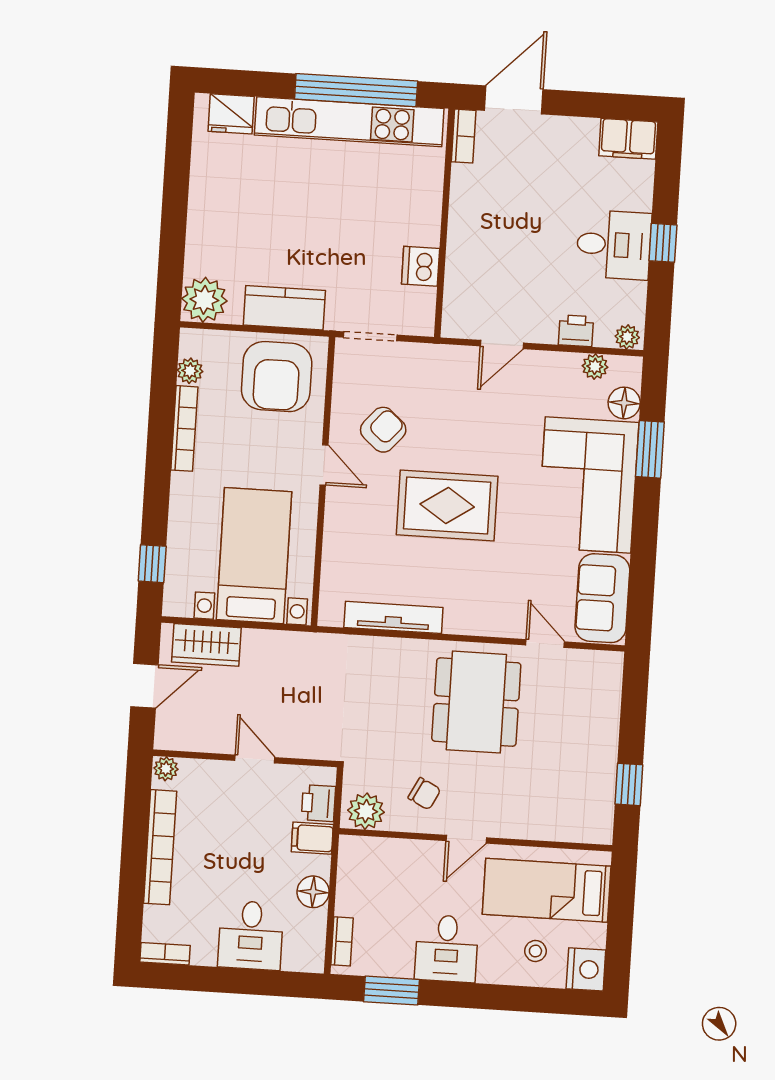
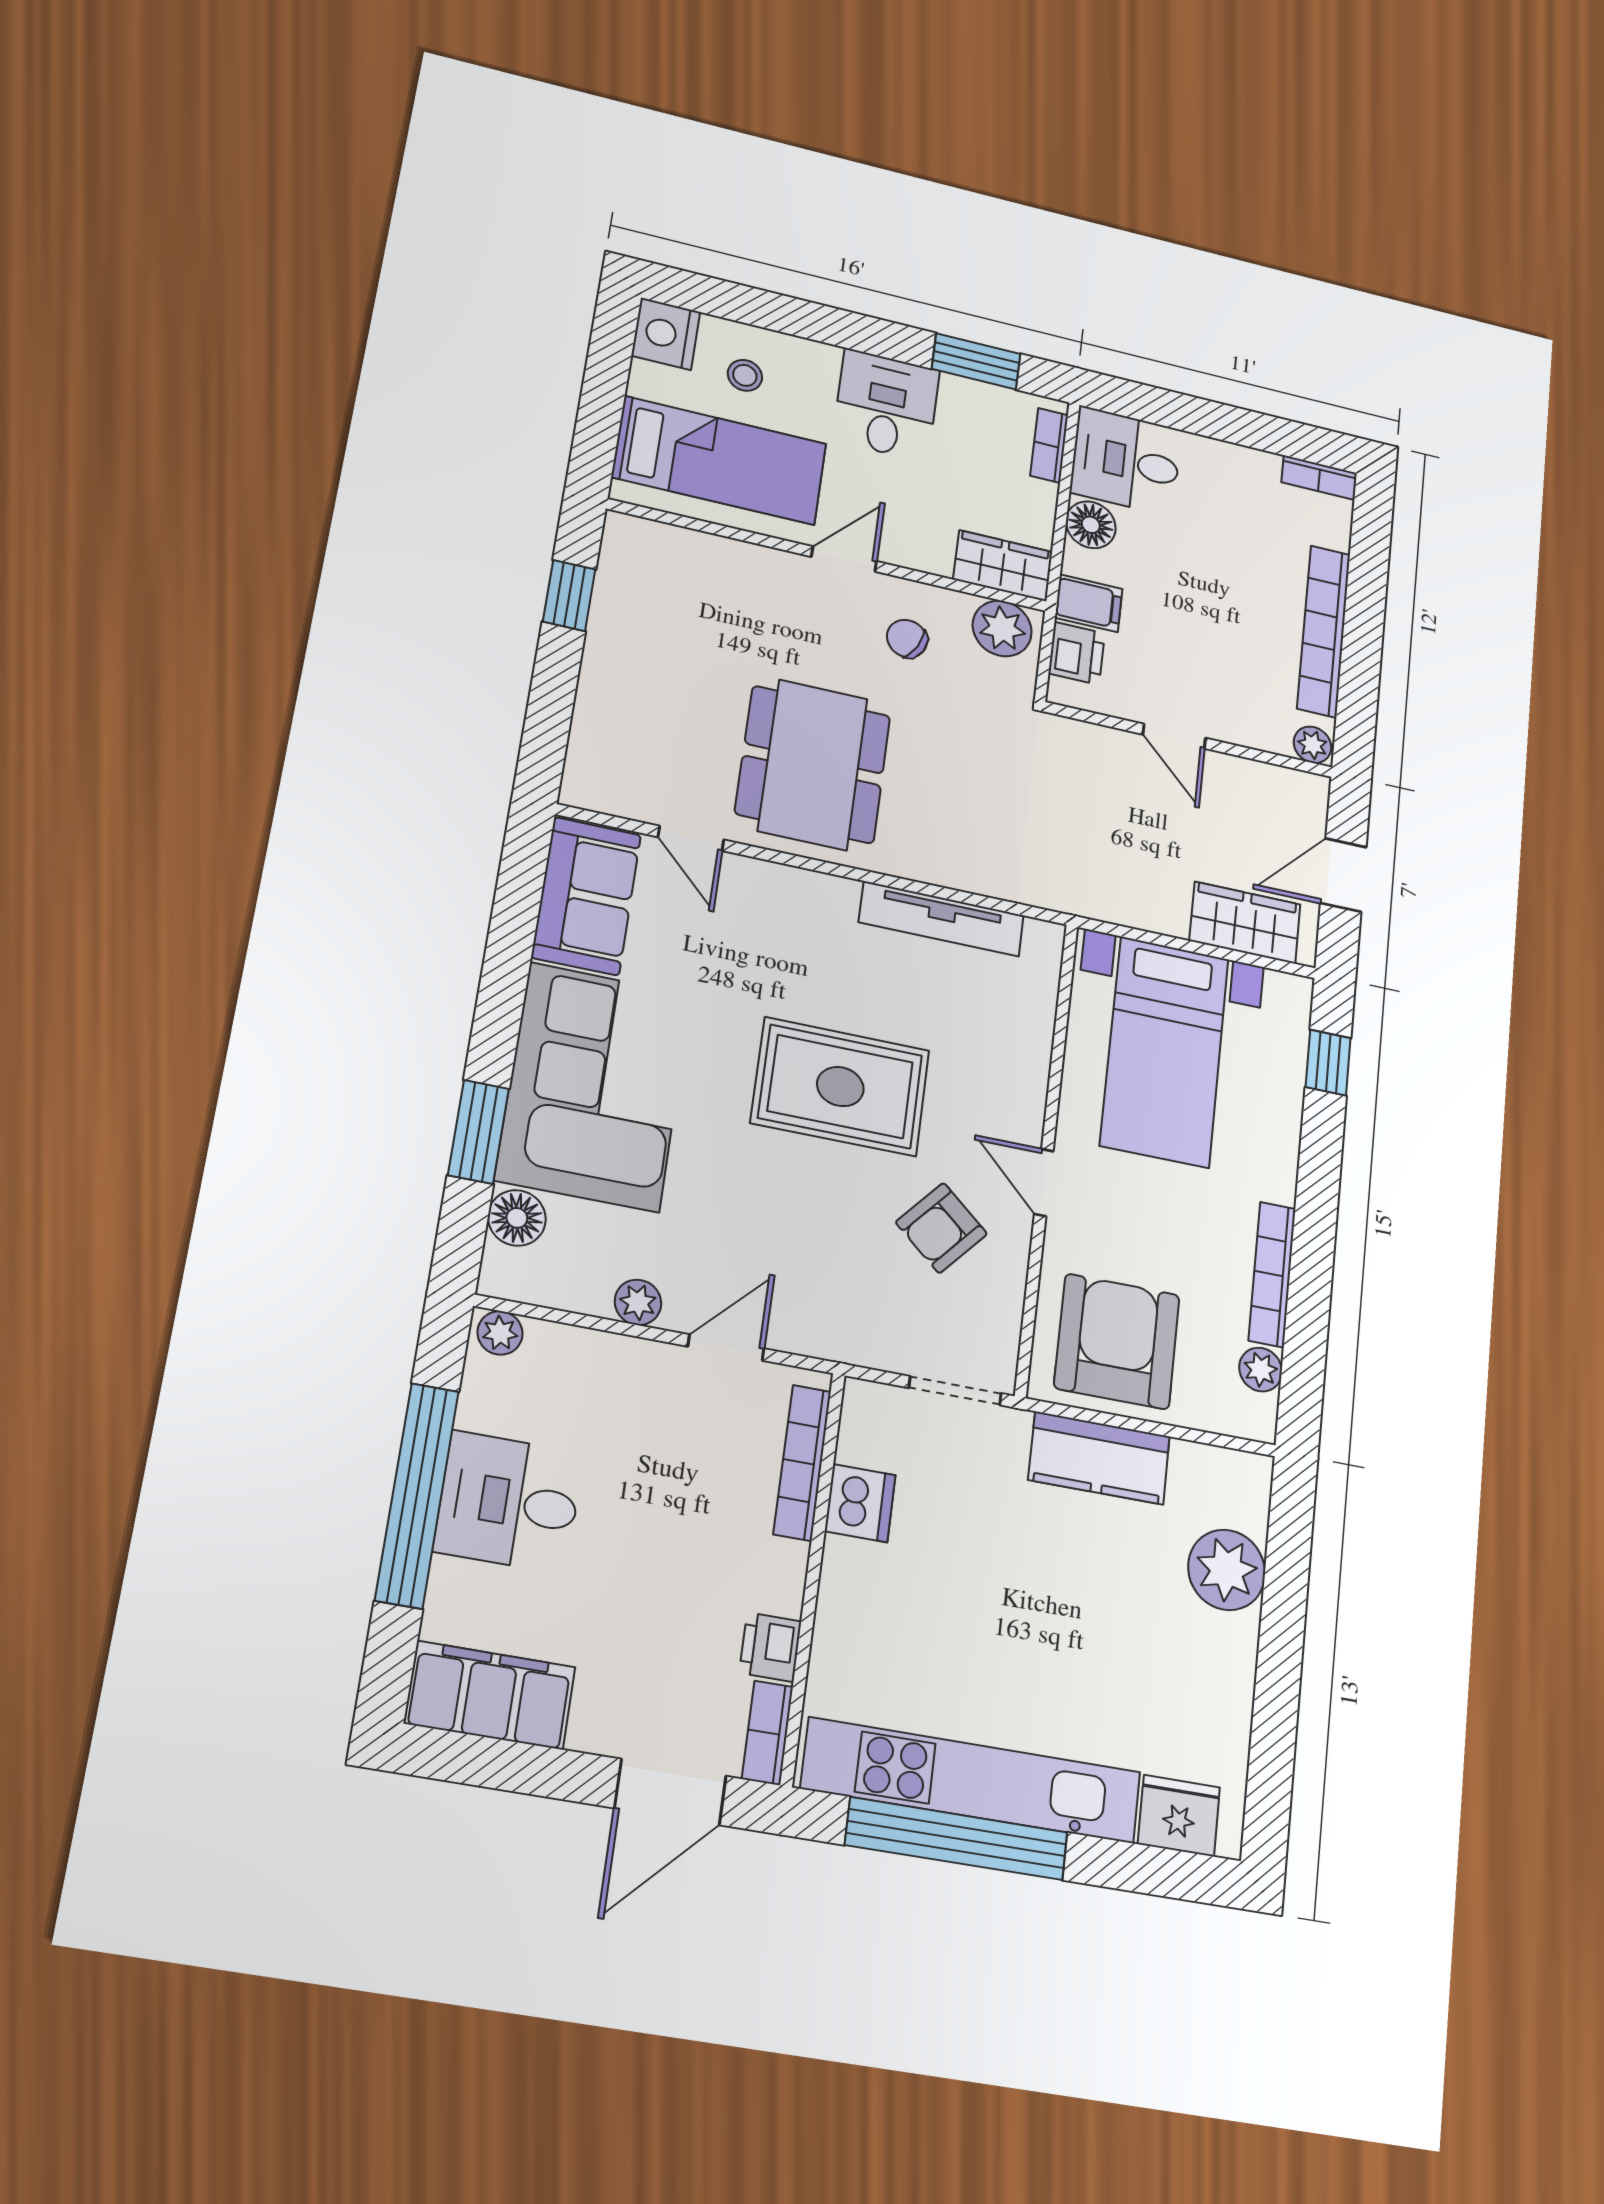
filing cabinet: (628, 139) -> (490, 1695), width x1.50, depth x1.17
window: (663, 243) -> (417, 1495), width x3.17
bookcase: (455, 285) -> (802, 1463), added
plant: (204, 300) -> (1227, 1570), moved
printer: (576, 331) -> (770, 1647), moved, turned 90
plant: (595, 366) -> (638, 1302), moved
wardrobe: (368, 853) -> (1003, 566), added
desk: (251, 935) -> (1126, 461), moved, turned -90

